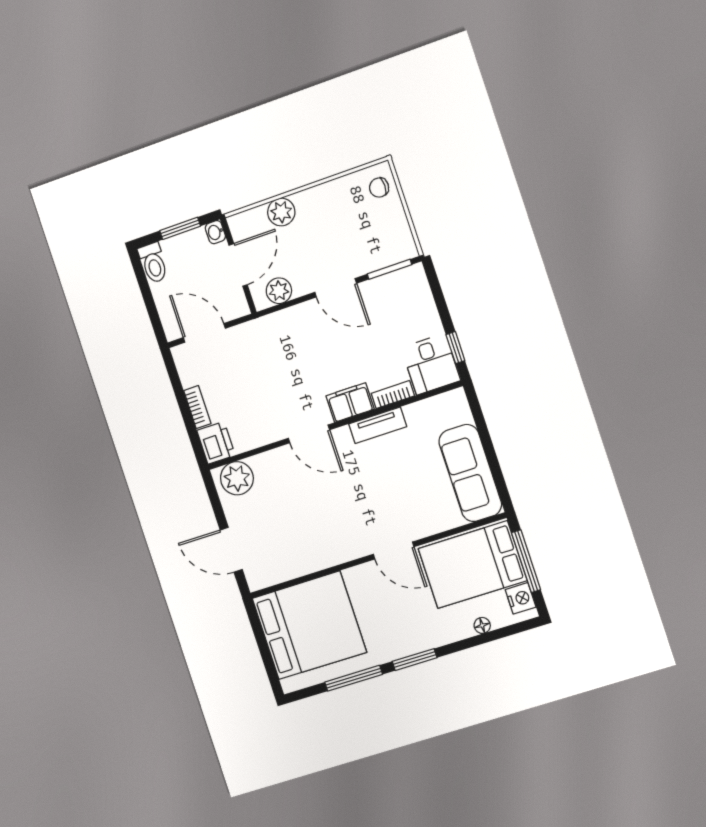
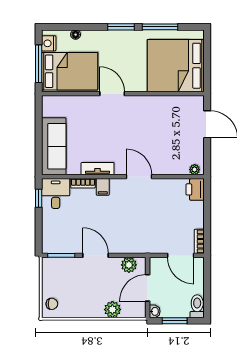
filing cabinet: (350, 403) -> (103, 187), width x0.50
bookcase: (197, 407) -> (199, 241), moved
sofa: (470, 473) -> (54, 146), moved
plant: (237, 478) -> (195, 170), width x0.53, depth x0.53

